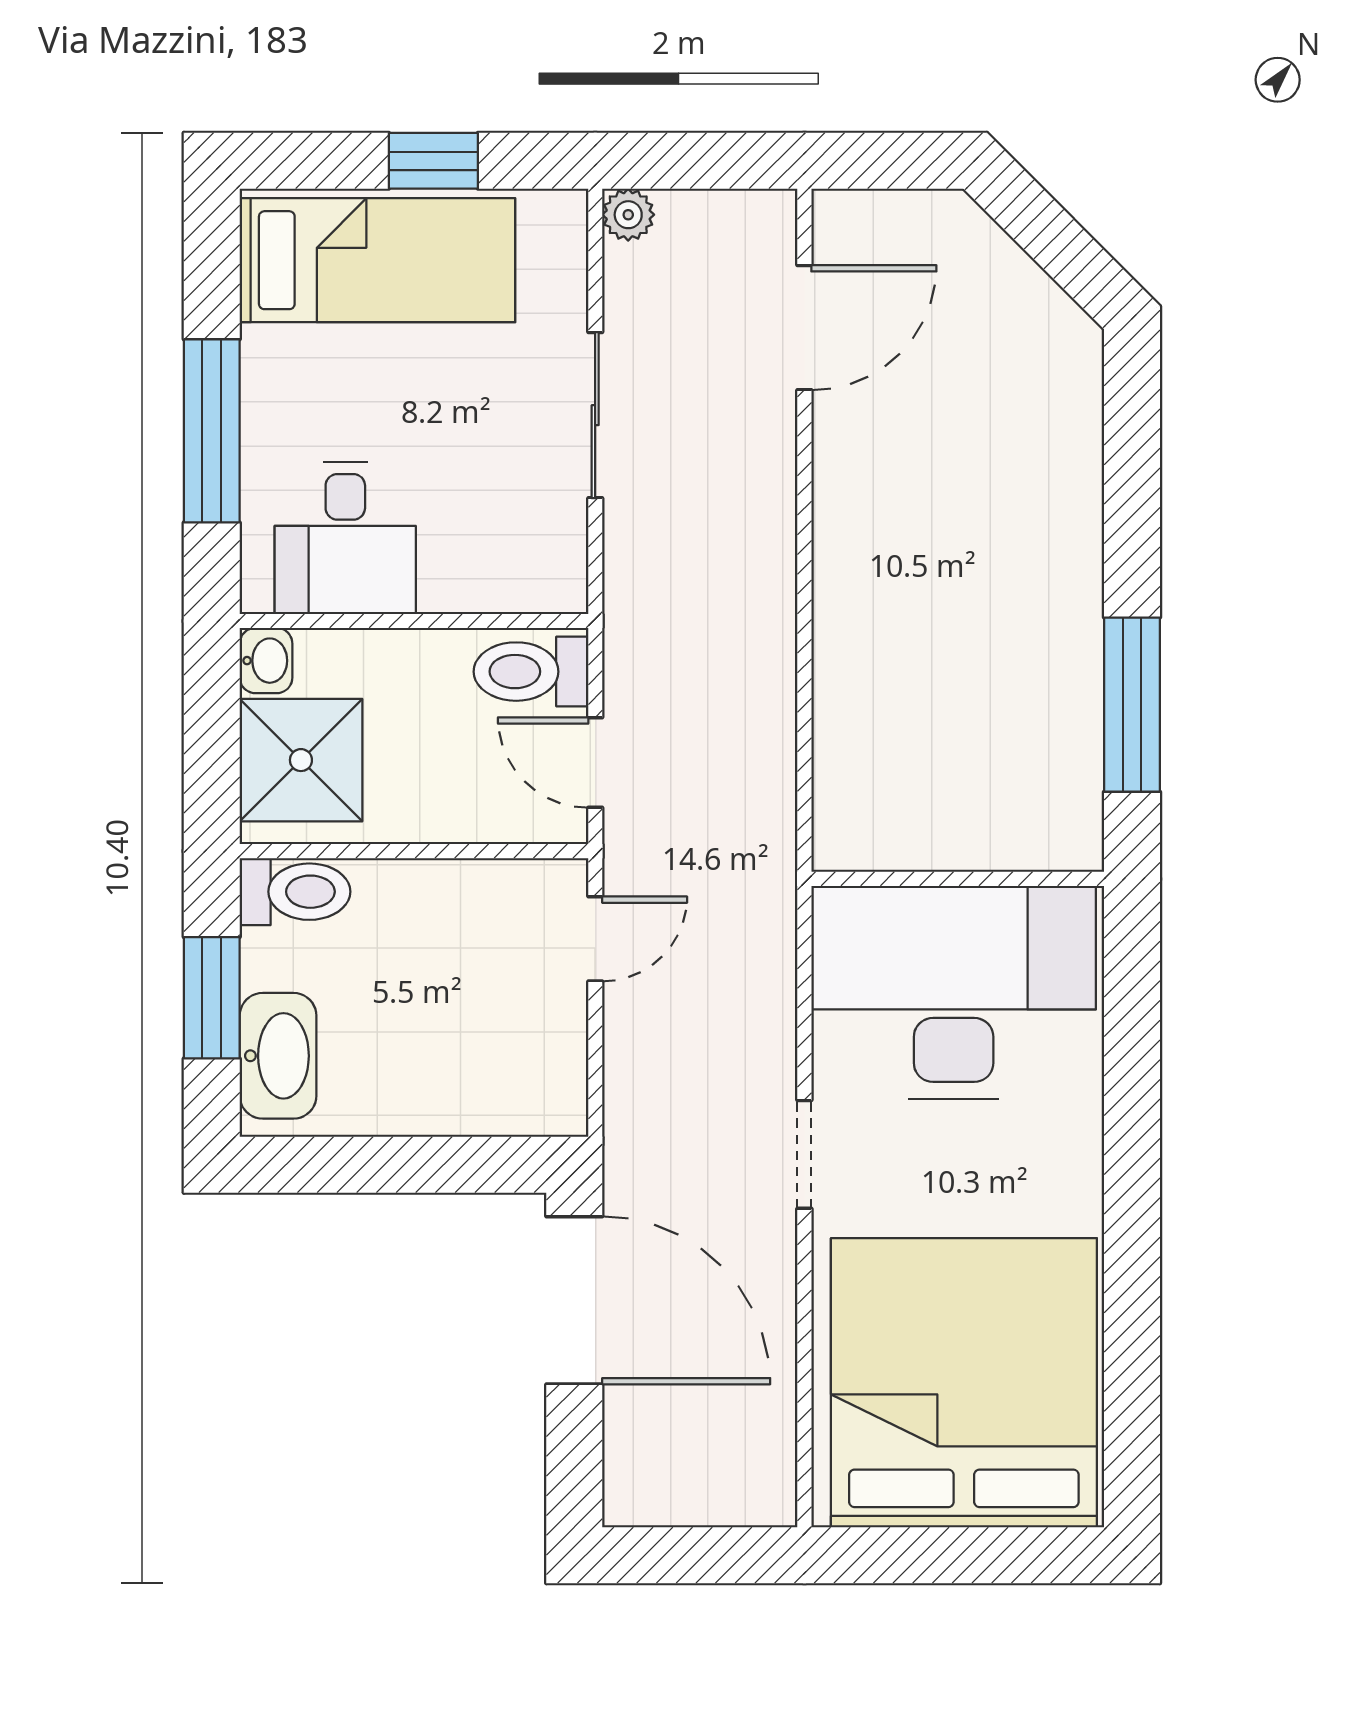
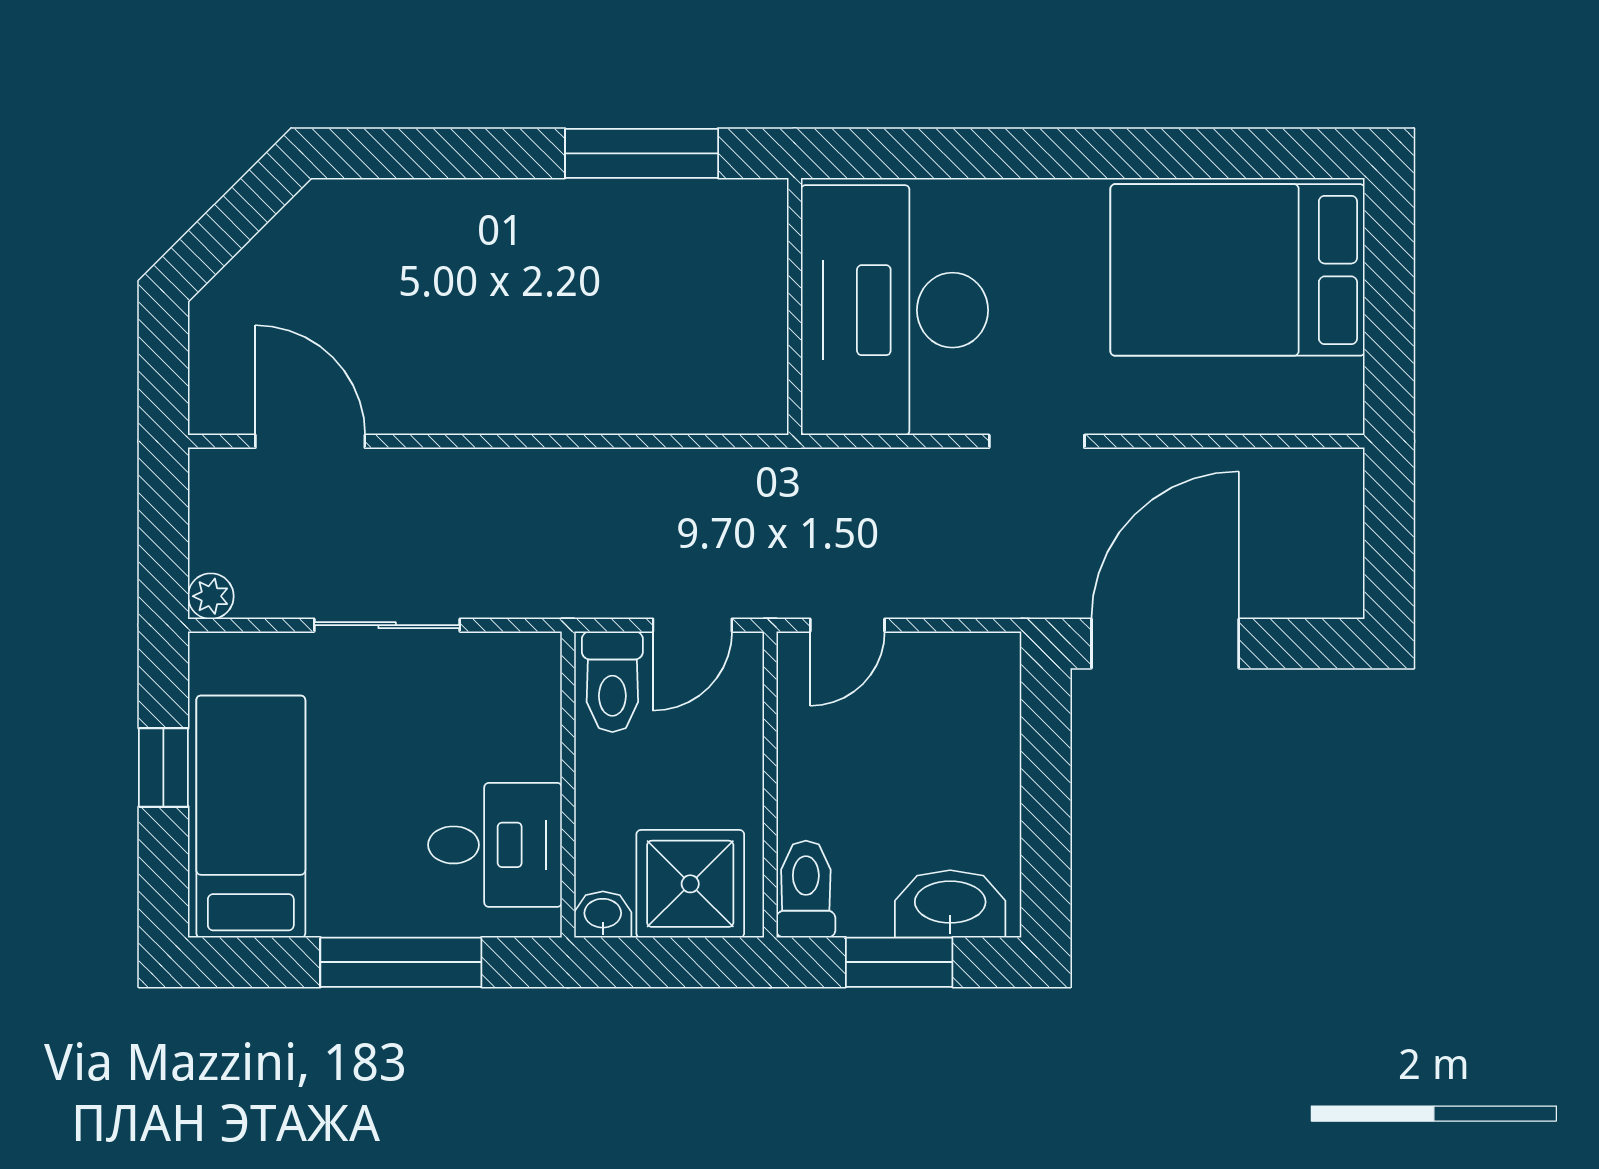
door: (595, 939) -> (847, 625), swing flipped
bed: (964, 1383) -> (1238, 270), width x0.73

